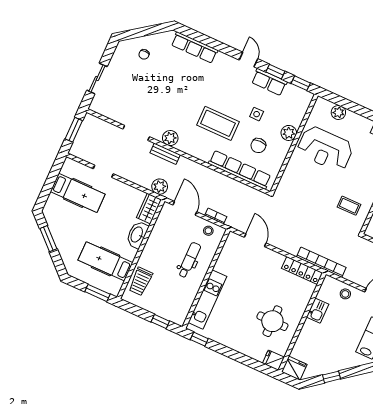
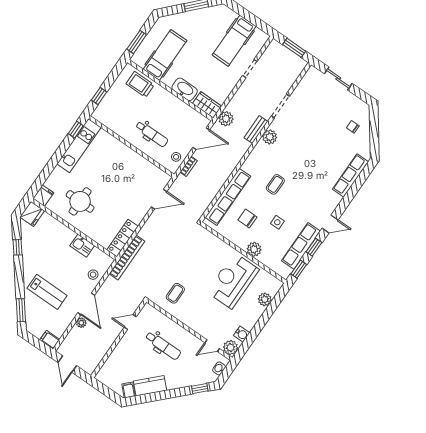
row of seats: (269, 82) -> (301, 246), width x1.48
coffee table: (218, 123) -> (275, 184), width x0.54, depth x0.58
kitchen unit: (207, 300) -> (79, 146), moved, turned -90

